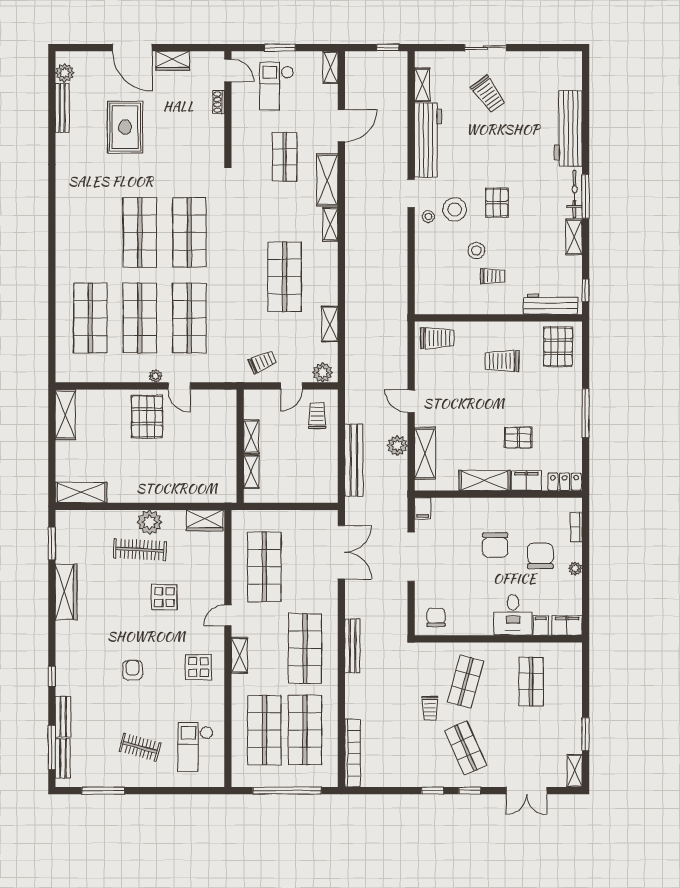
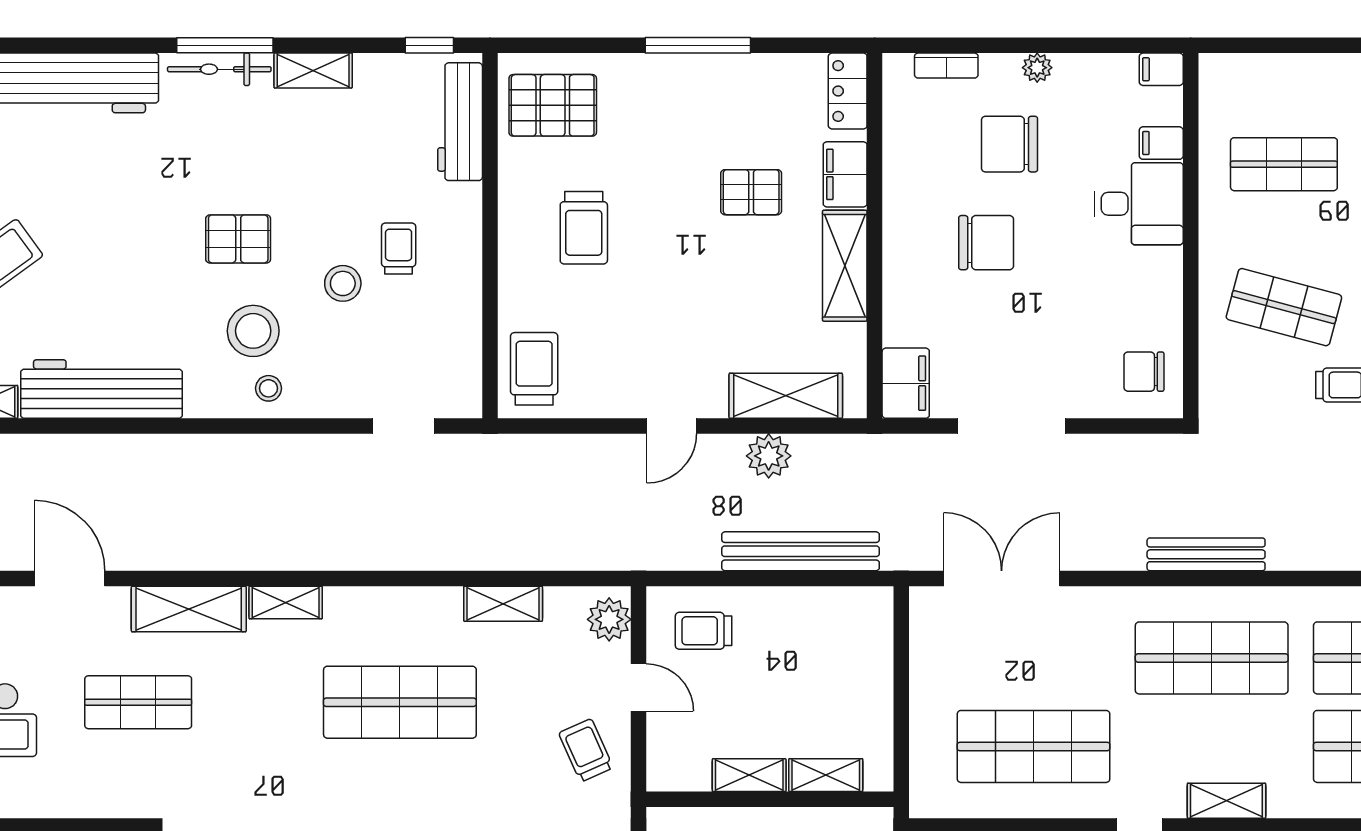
doorway: (411, 193) -> (403, 426), moved
pallet: (518, 438) -> (751, 192), turned 90
filing cabinet: (423, 508) -> (906, 383), width x2.00
filing cabinet: (567, 625) -> (1161, 69), width x0.50

